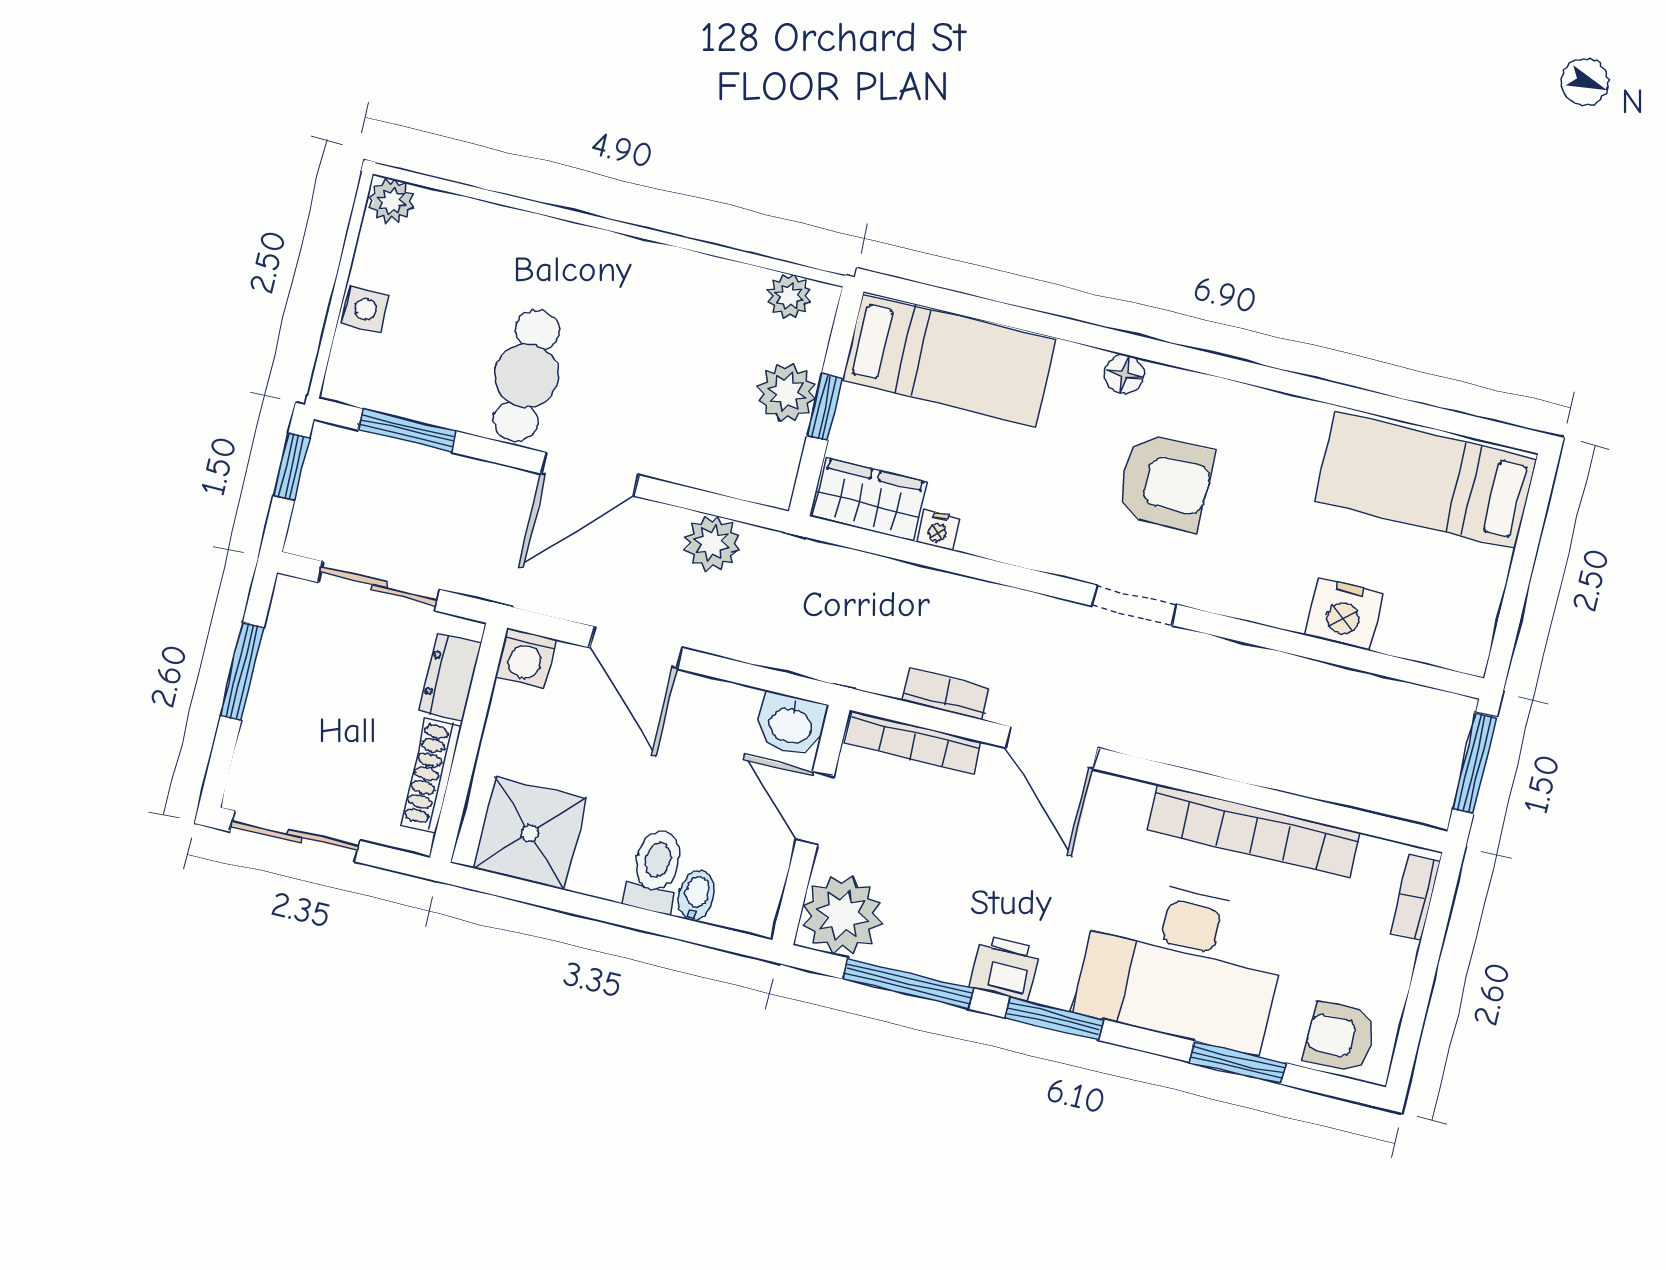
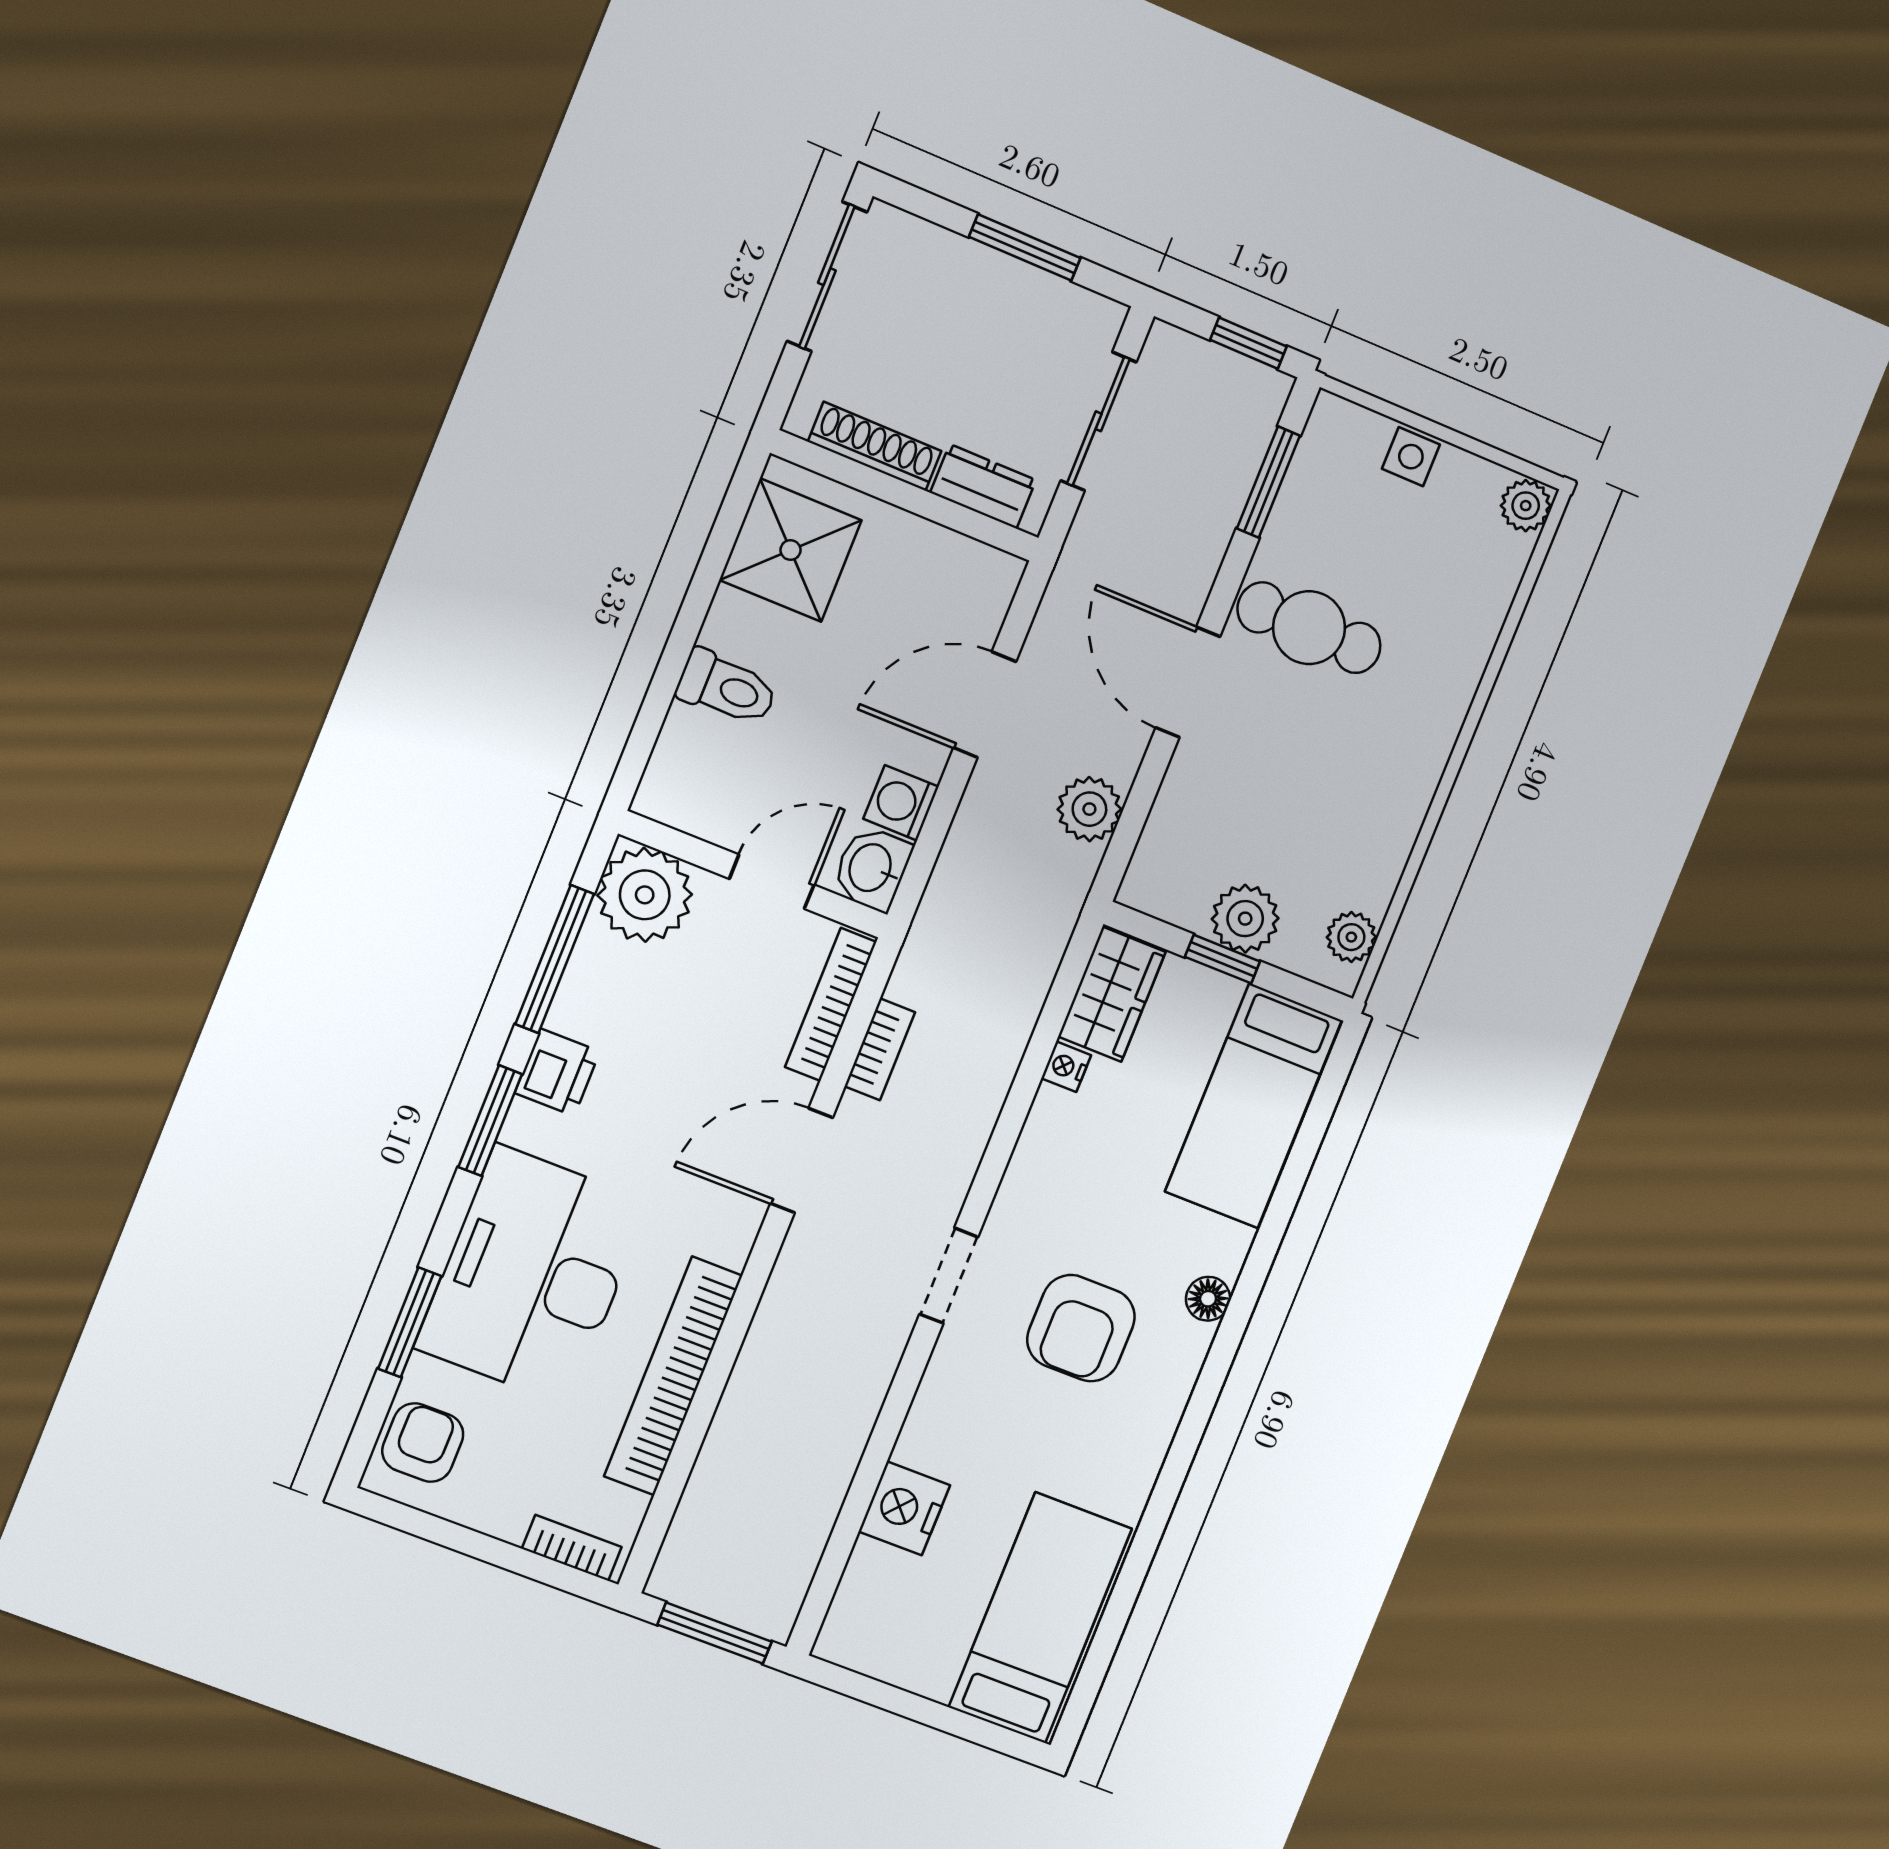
washing machine: (526, 658) -> (901, 803), moved
bidet: (697, 896) -> (691, 731), removed

